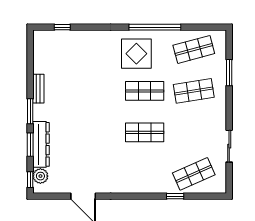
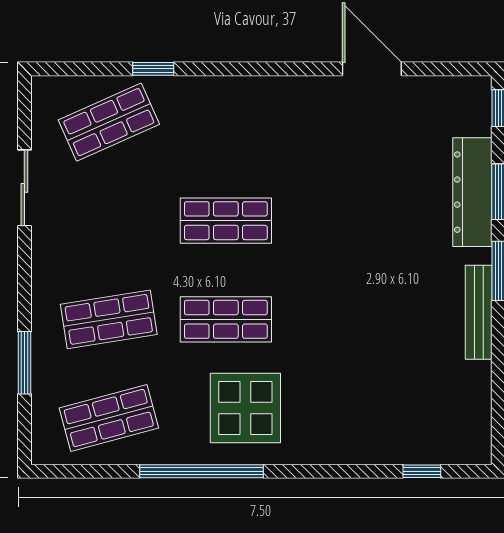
bench: (38, 89) -> (479, 312), width x1.36
plant: (40, 176) -> (474, 117), removed

